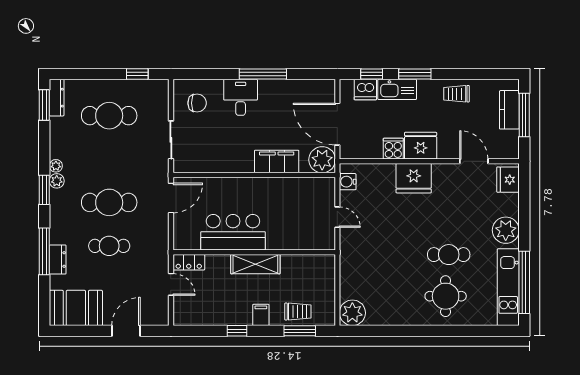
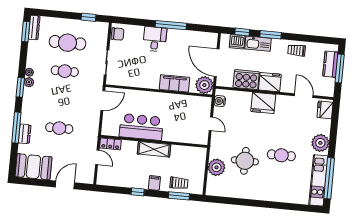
chair: (197, 103) -> (117, 34), moved
cooker: (393, 149) -> (246, 80), width x1.87, depth x1.31
cafe table: (109, 202) -> (65, 71), moved, width x0.73, depth x0.74
round table: (446, 296) -> (245, 161), moved
plant: (352, 313) -> (216, 167), moved

